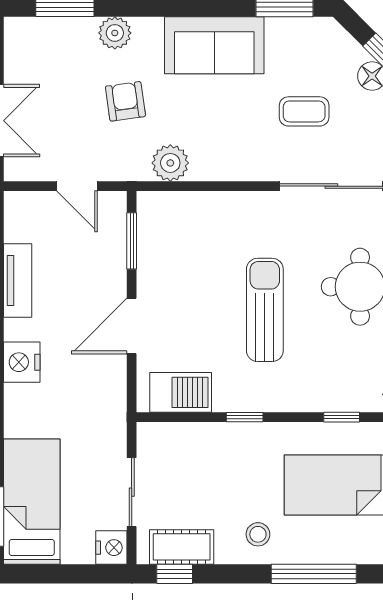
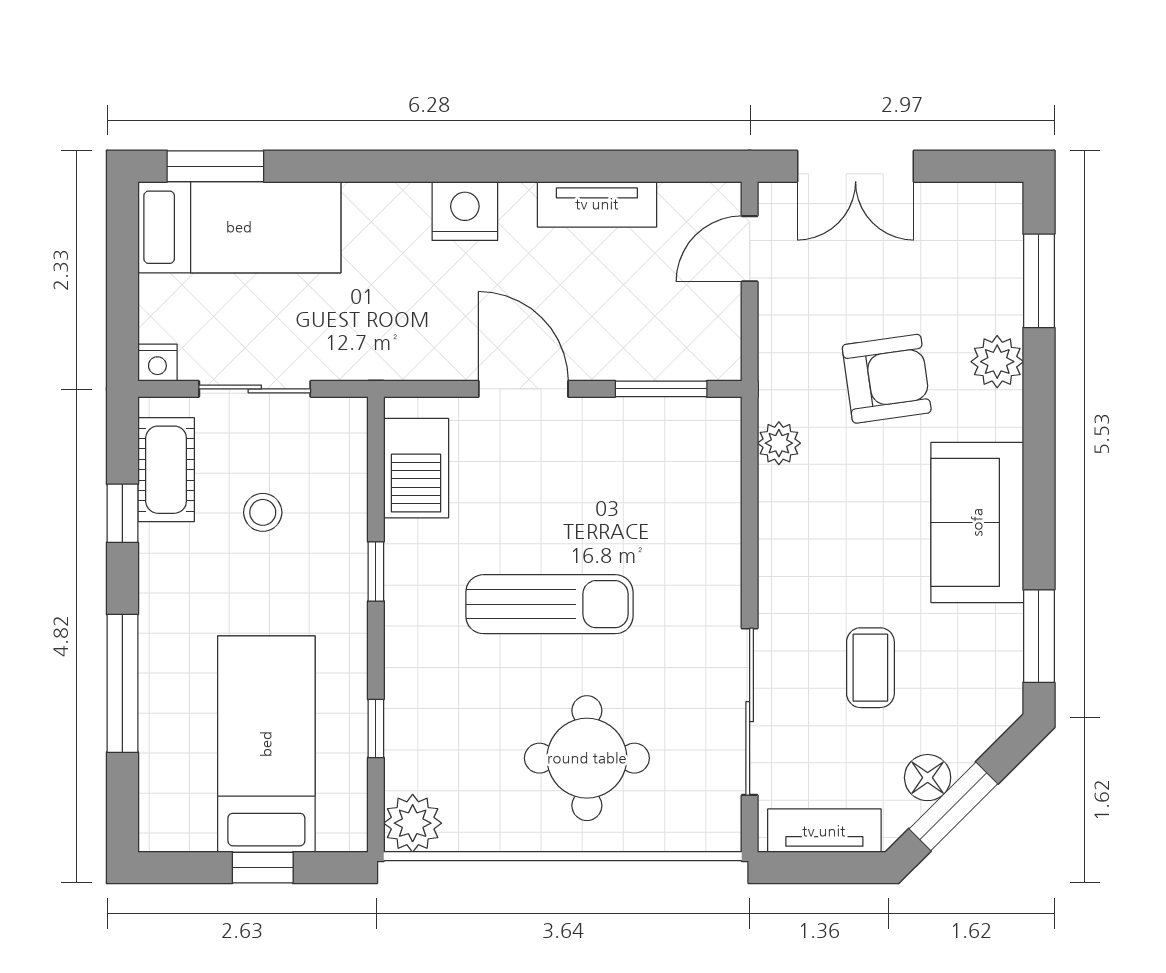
armchair: (125, 101) -> (887, 379), width x1.38, depth x1.38
plant: (170, 163) -> (779, 443), width x0.73, depth x0.73
door: (77, 186) -> (750, 249), moved
stool: (258, 534) -> (263, 512), moved
nightstand: (111, 548) -> (157, 363), width x0.72, depth x0.74
window: (175, 574) -> (122, 513), moved

